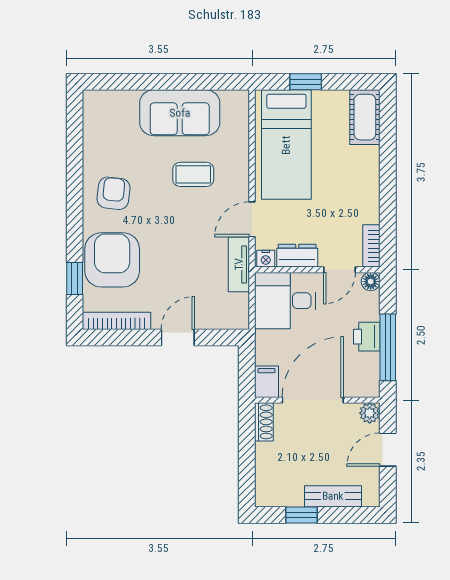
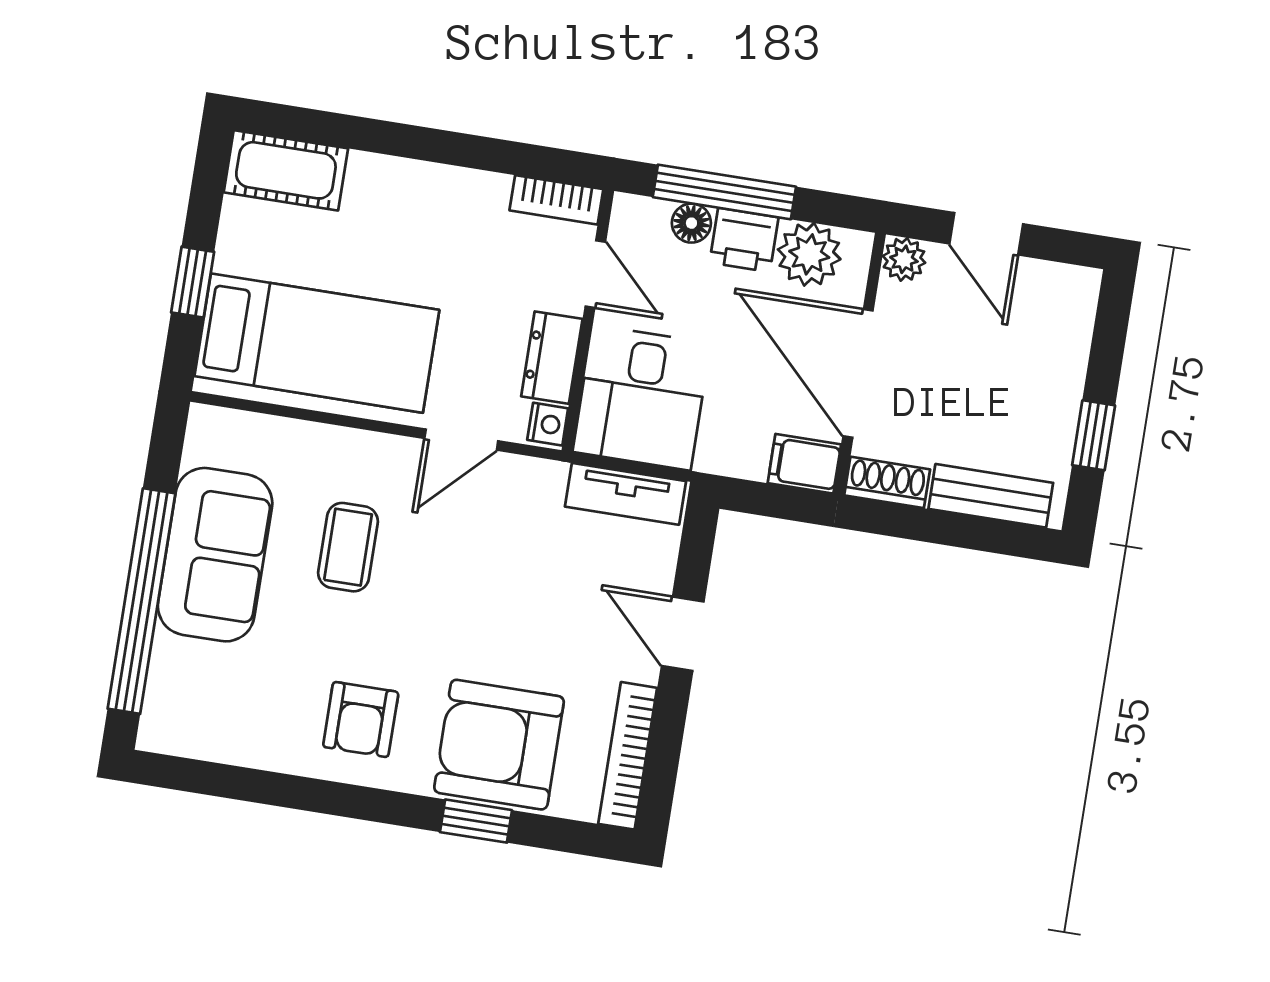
window: (152, 82) -> (142, 601), added
armchair: (114, 193) -> (361, 719), turned -96
door: (252, 219) -> (461, 440), hinge flipped
tv unit: (239, 264) -> (625, 494), moved
window: (75, 278) -> (476, 821), moved
floor lamp: (371, 282) -> (691, 223), moved
window: (388, 347) -> (724, 192), moved
plant: (365, 368) -> (809, 254), added
bench: (333, 496) -> (991, 496), moved, turned 90

